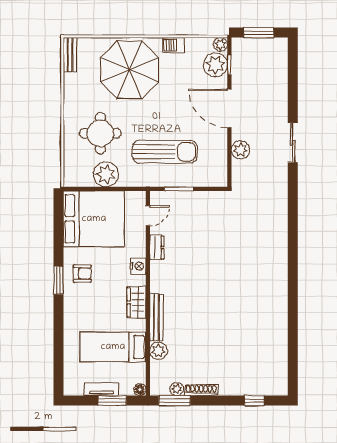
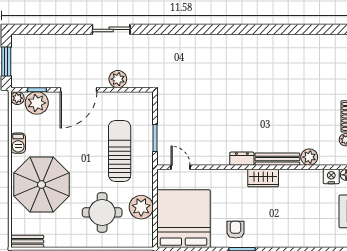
dresser: (157, 248) -> (242, 159), moved
nightstand: (138, 266) -> (331, 176), moved
bed: (113, 347) -> (305, 200), removed

